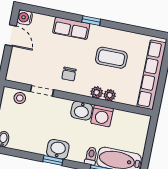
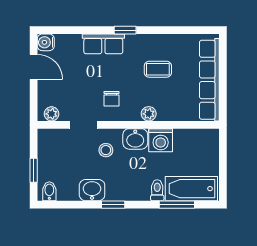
coffee table: (111, 58) -> (158, 69), width x0.73, depth x0.77
plant: (110, 95) -> (52, 114), moved
stool: (20, 98) -> (106, 150), moved
washbasin: (58, 149) -> (92, 190), moved

